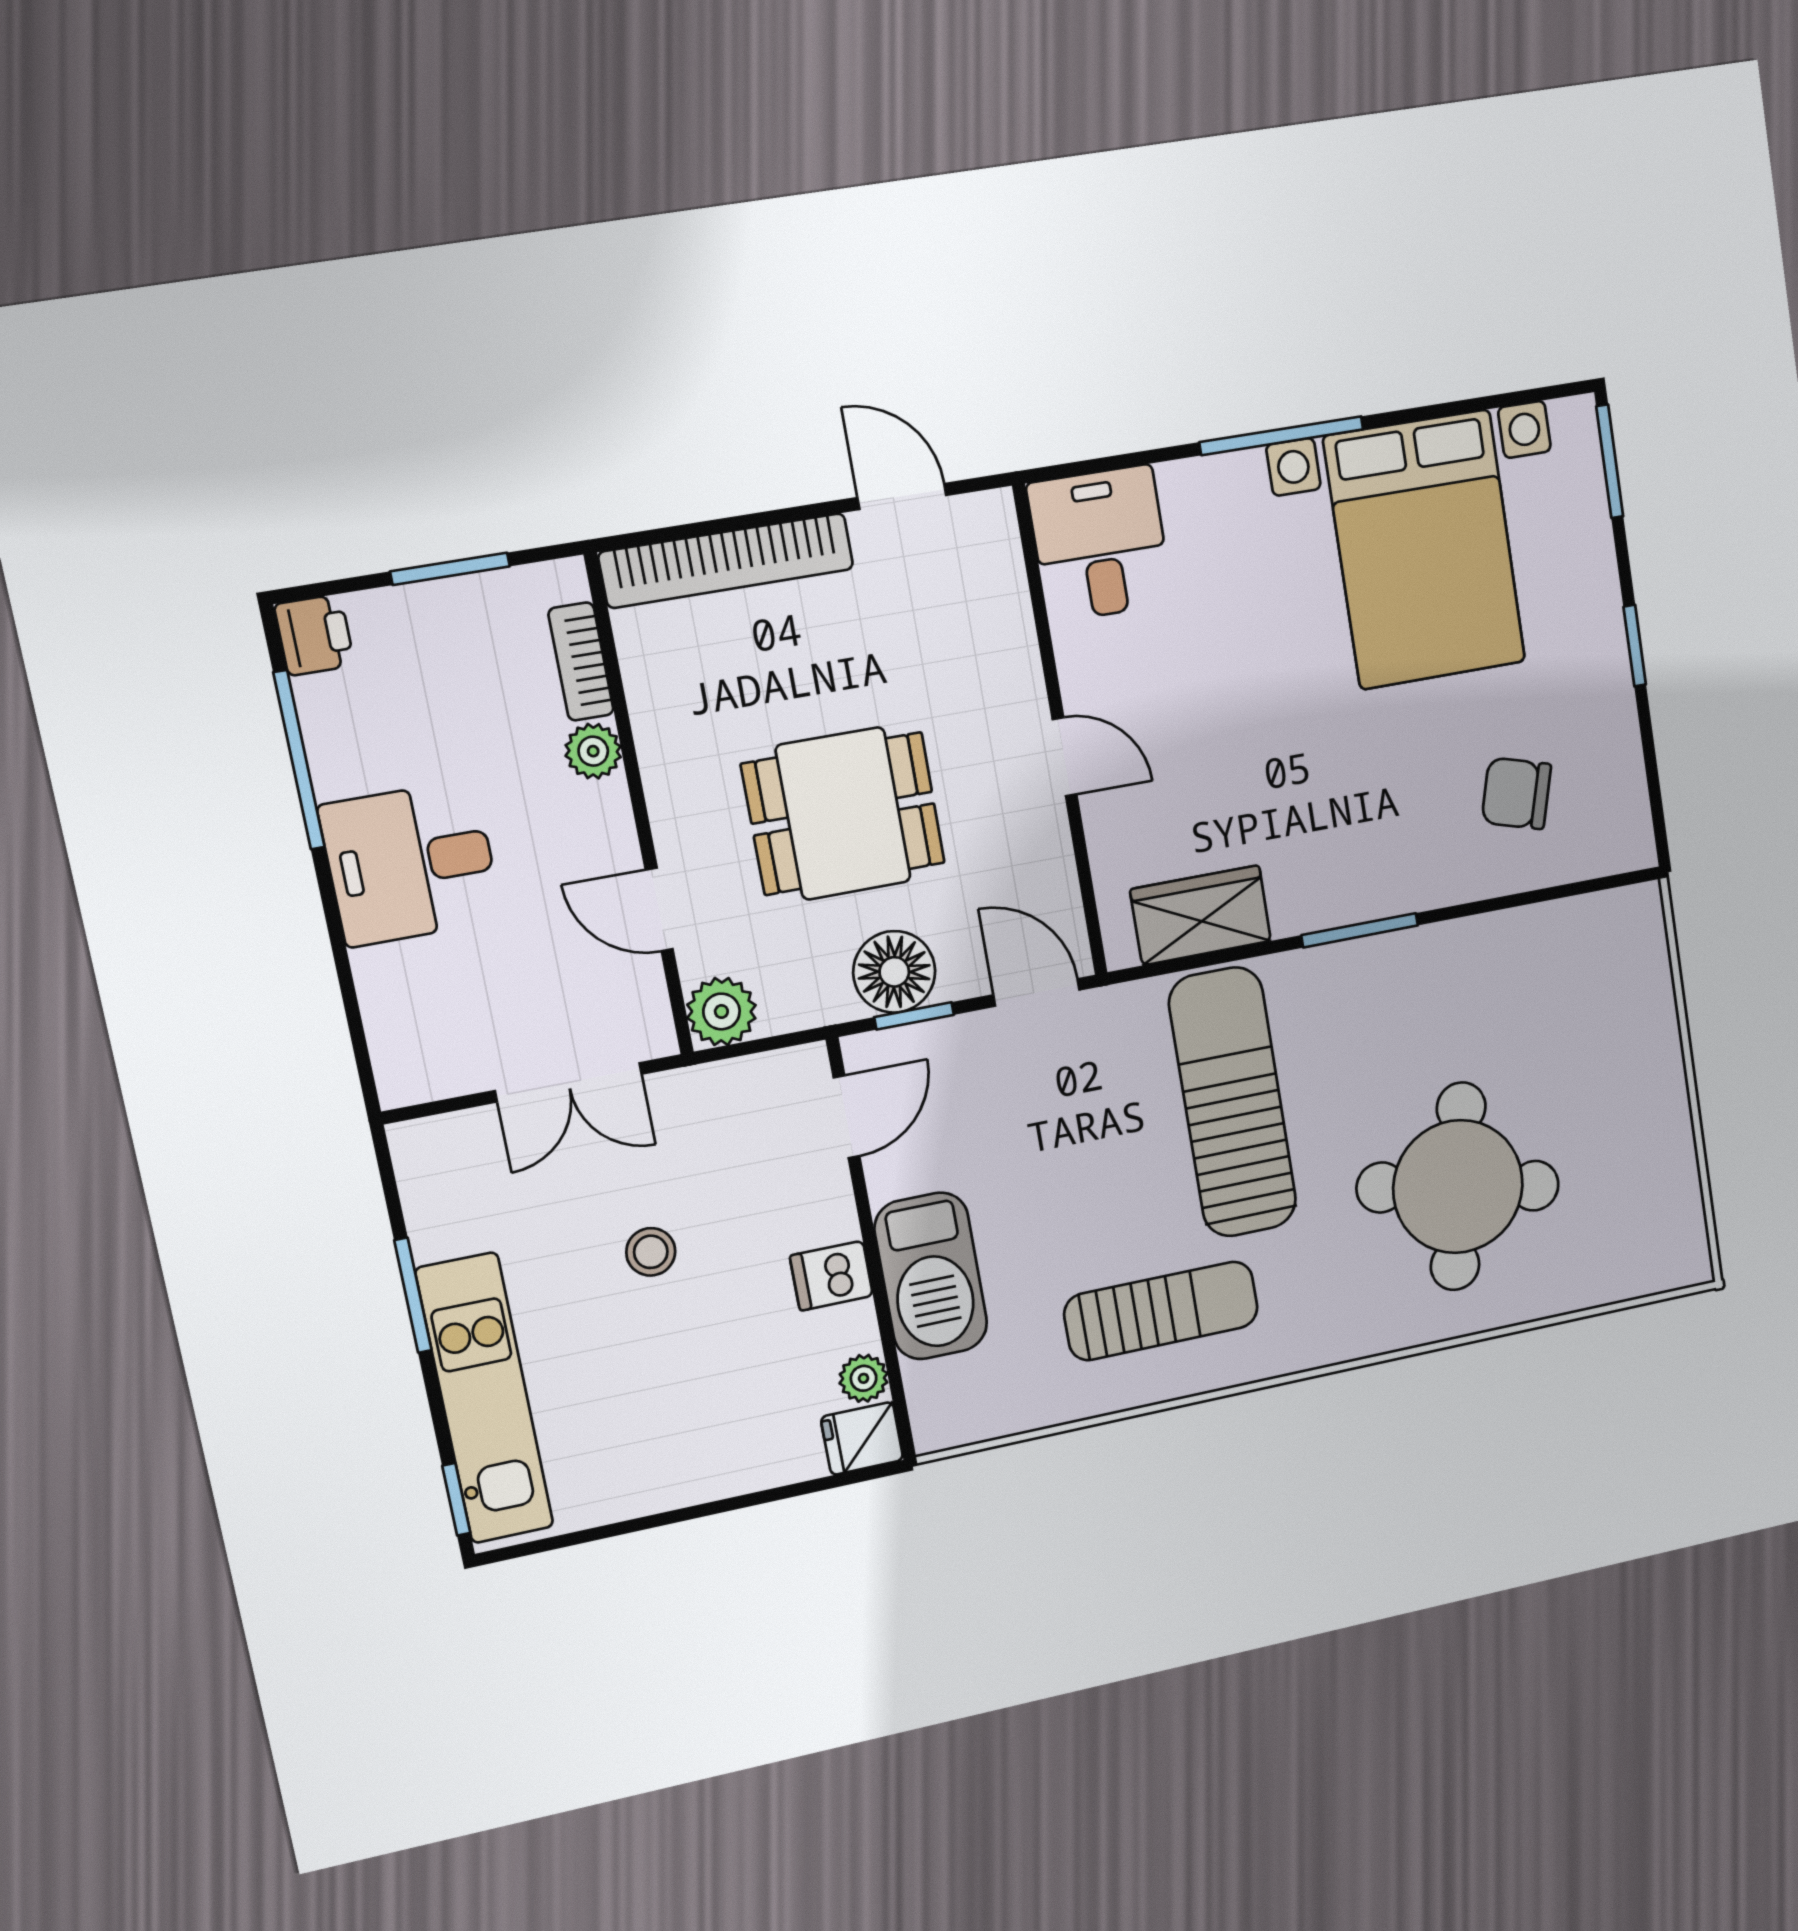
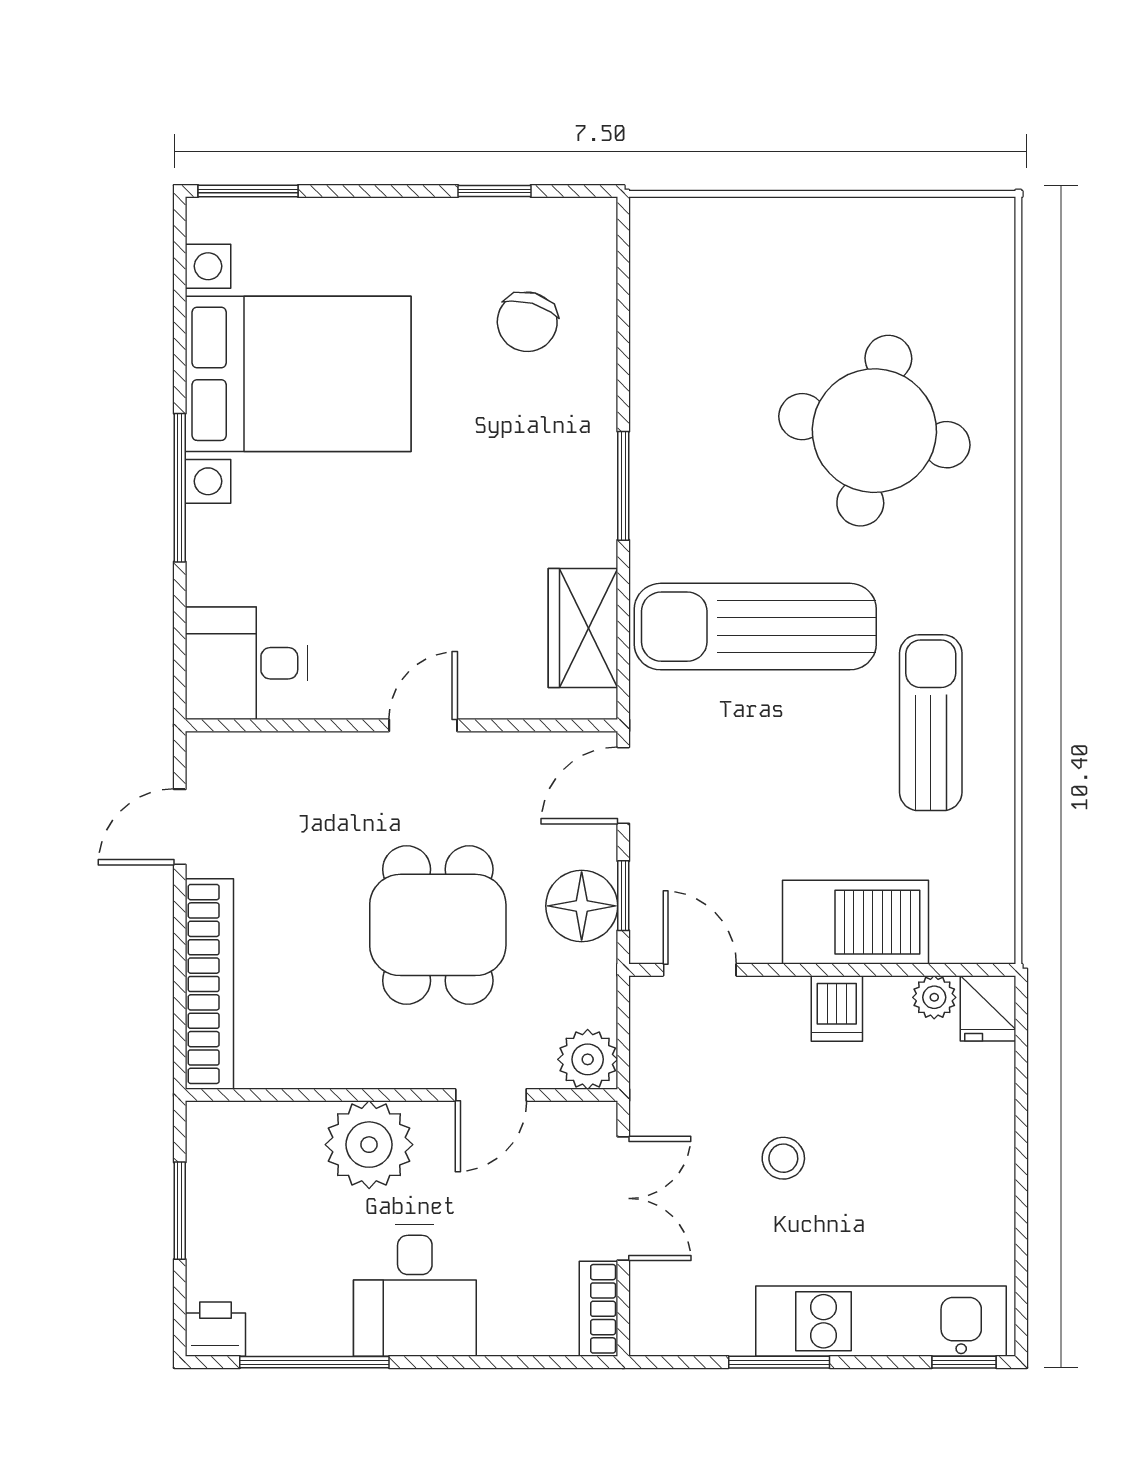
window: (1635, 646) -> (494, 191), moved
bookcase: (581, 662) -> (598, 1309), moved, turned 90
plant: (593, 751) -> (369, 1145), width x1.87, depth x1.87

